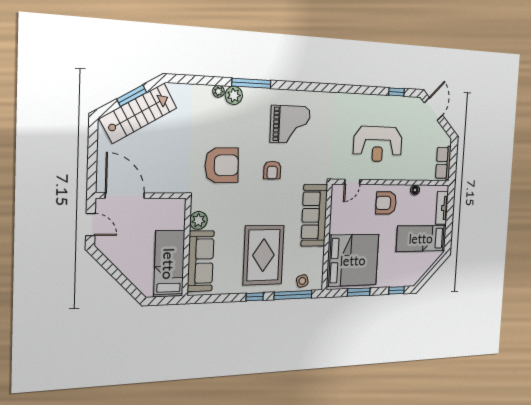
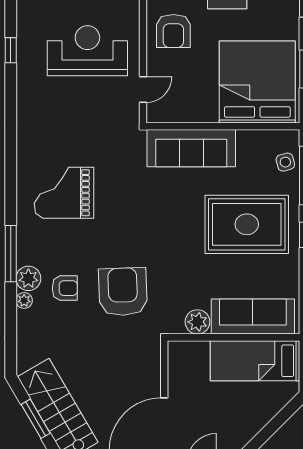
window: (396, 92) -> (11, 50), moved
grand piano: (290, 124) -> (64, 193), turned -90
reception desk: (378, 144) -> (87, 51), turned -90
armchair: (272, 170) -> (65, 288), moved
door: (352, 182) -> (143, 90), hinge flipped

